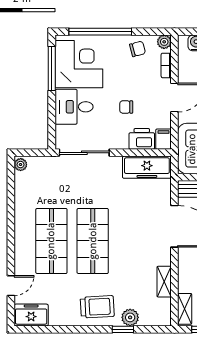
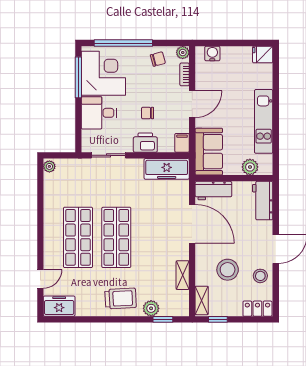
printer: (142, 139) -> (145, 143), moved
sliding door: (84, 153) -> (109, 155), width x0.73
window: (123, 329) -> (163, 319), moved

